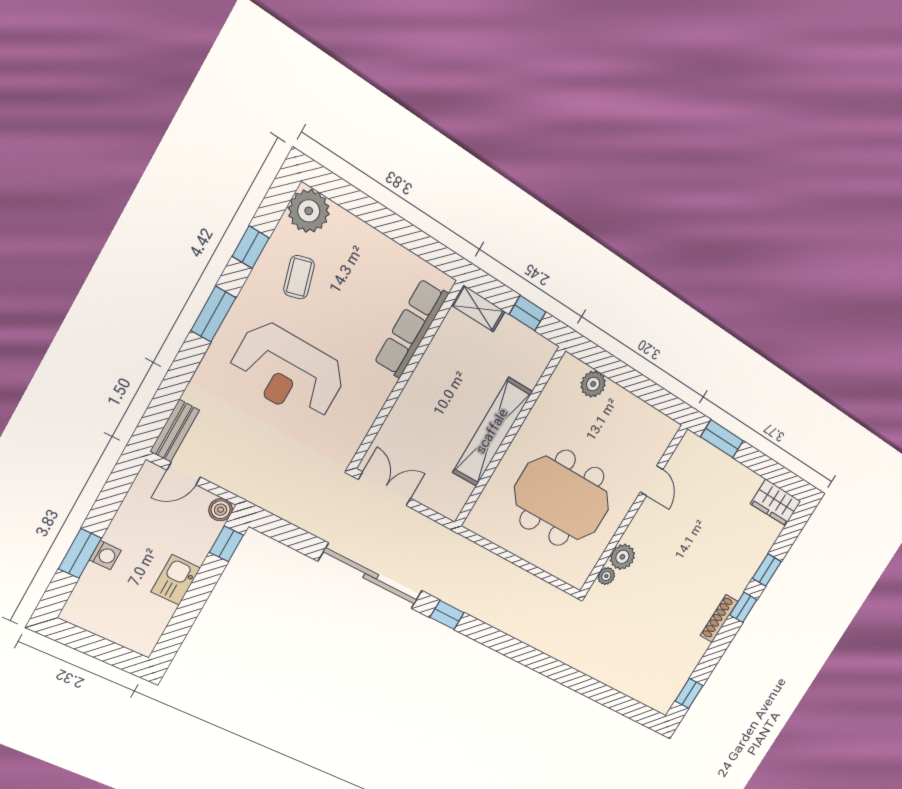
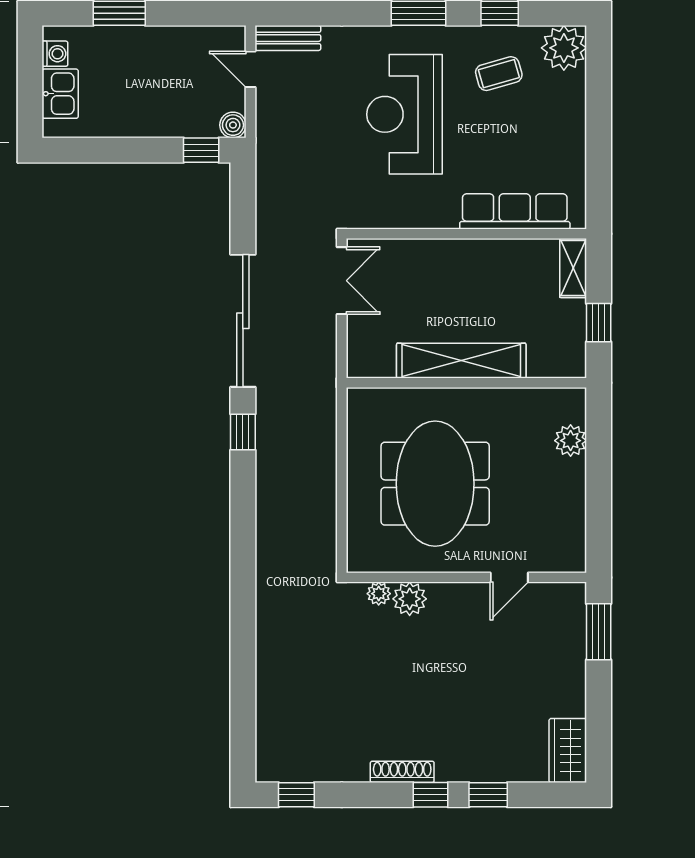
washing machine: (105, 555) -> (55, 54), moved, turned -90
kitchen sink: (176, 580) -> (60, 94), moved, turned 90

